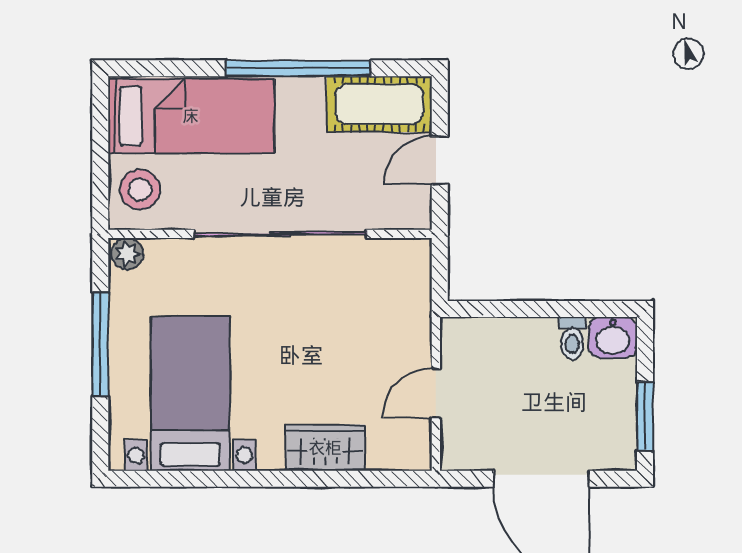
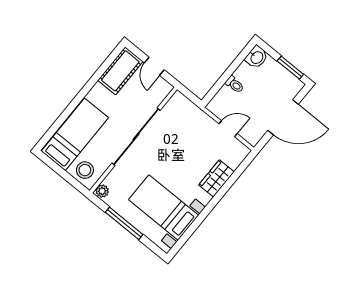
window: (298, 68) -> (88, 87), removed
toilet: (572, 338) -> (235, 85), moved
door: (436, 393) -> (228, 129), swing flipped

